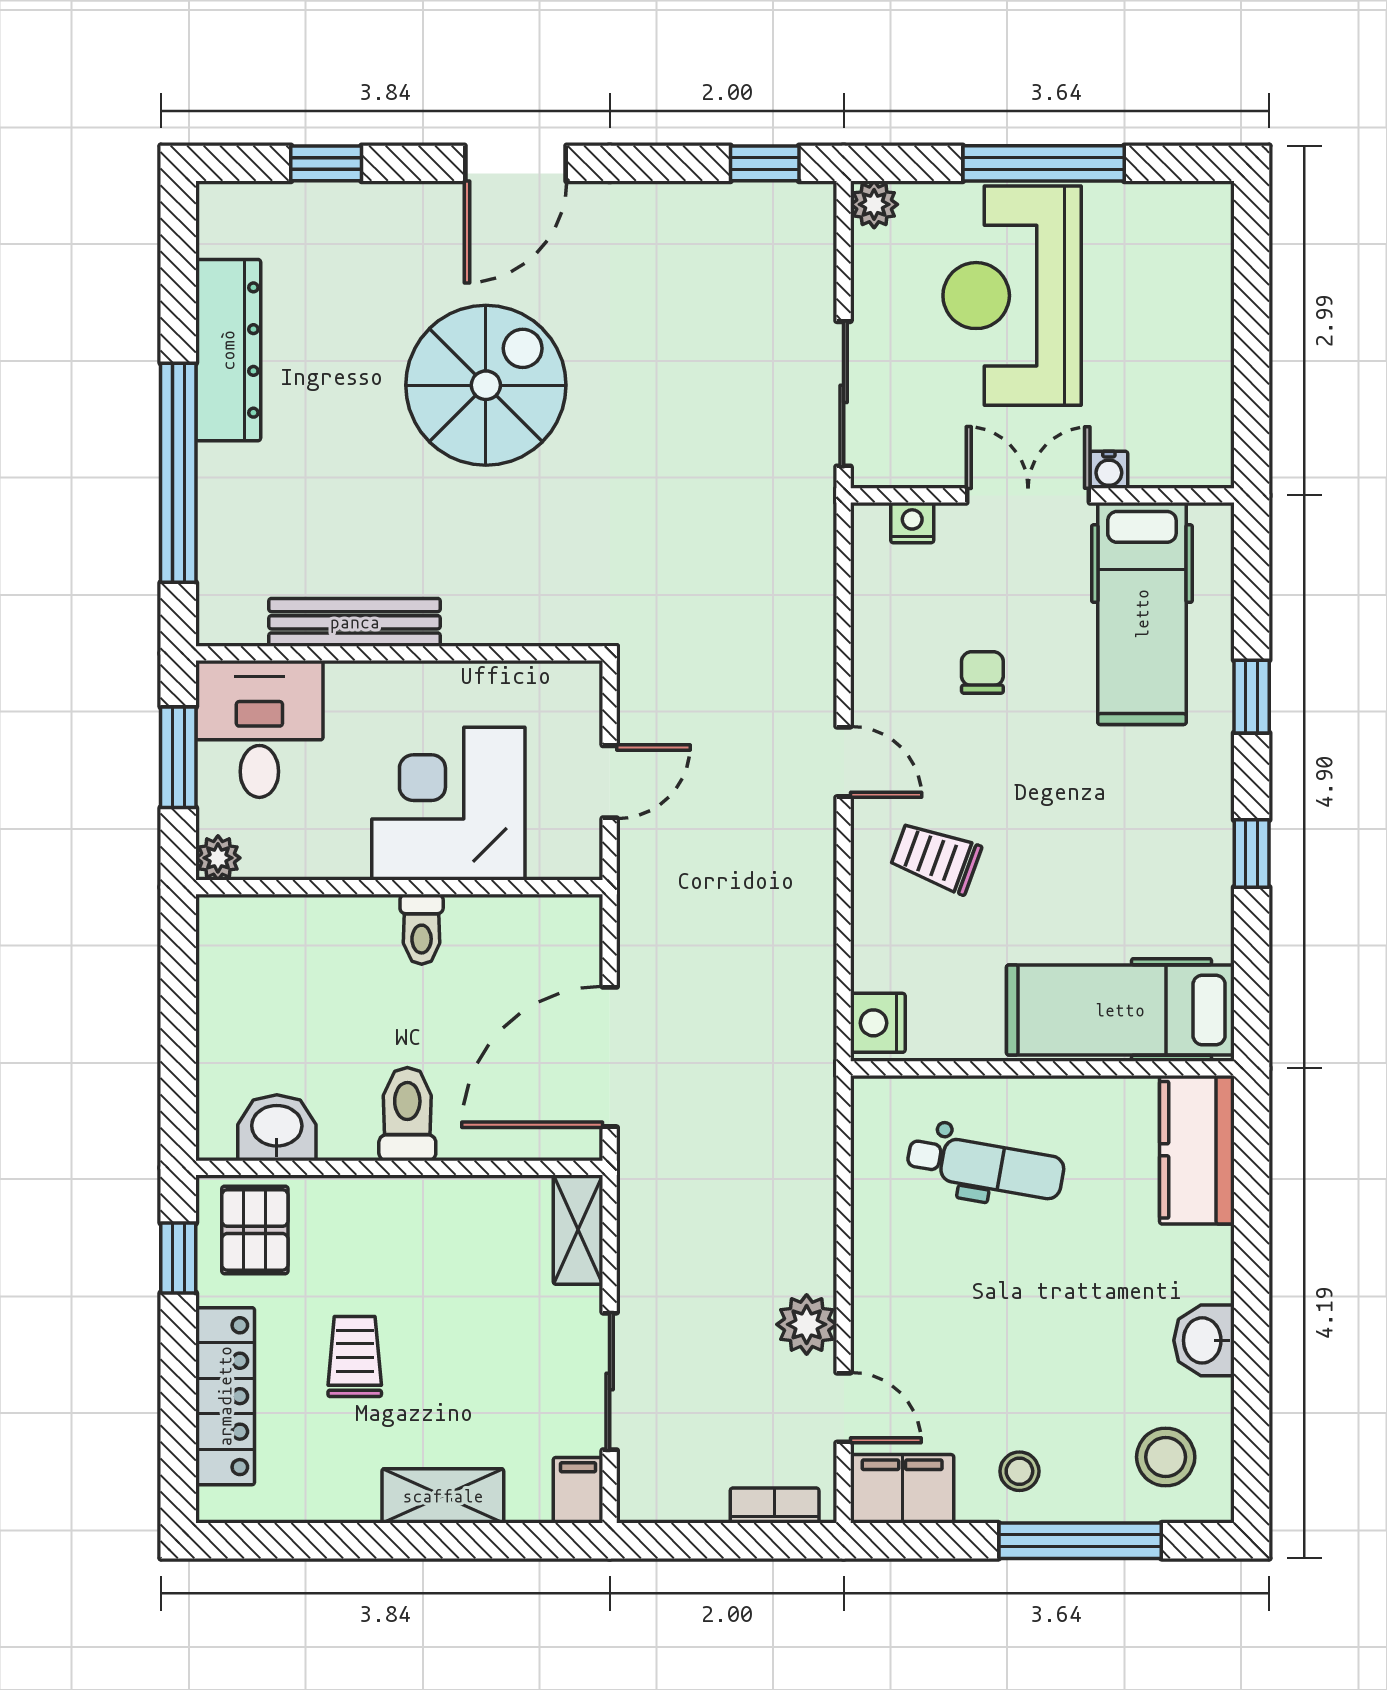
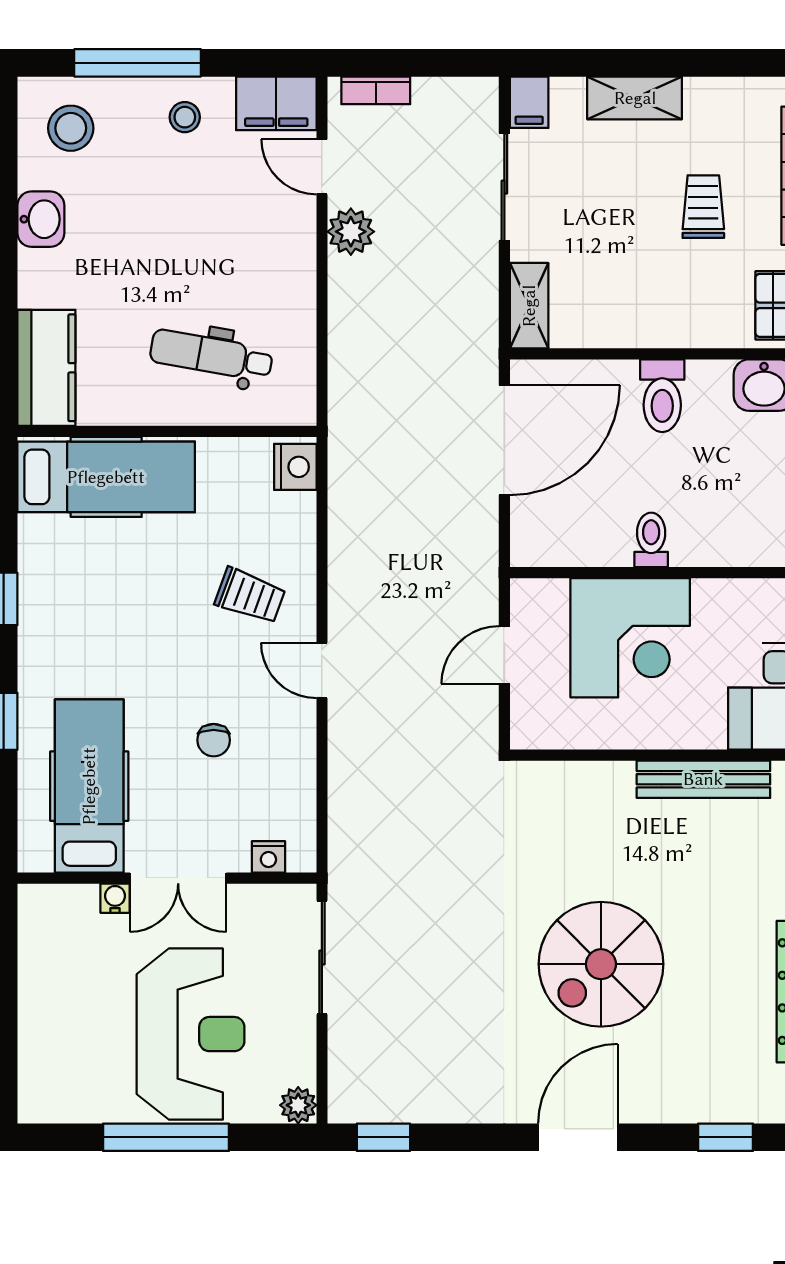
trolley: (355, 1356) -> (703, 207), turned 180

